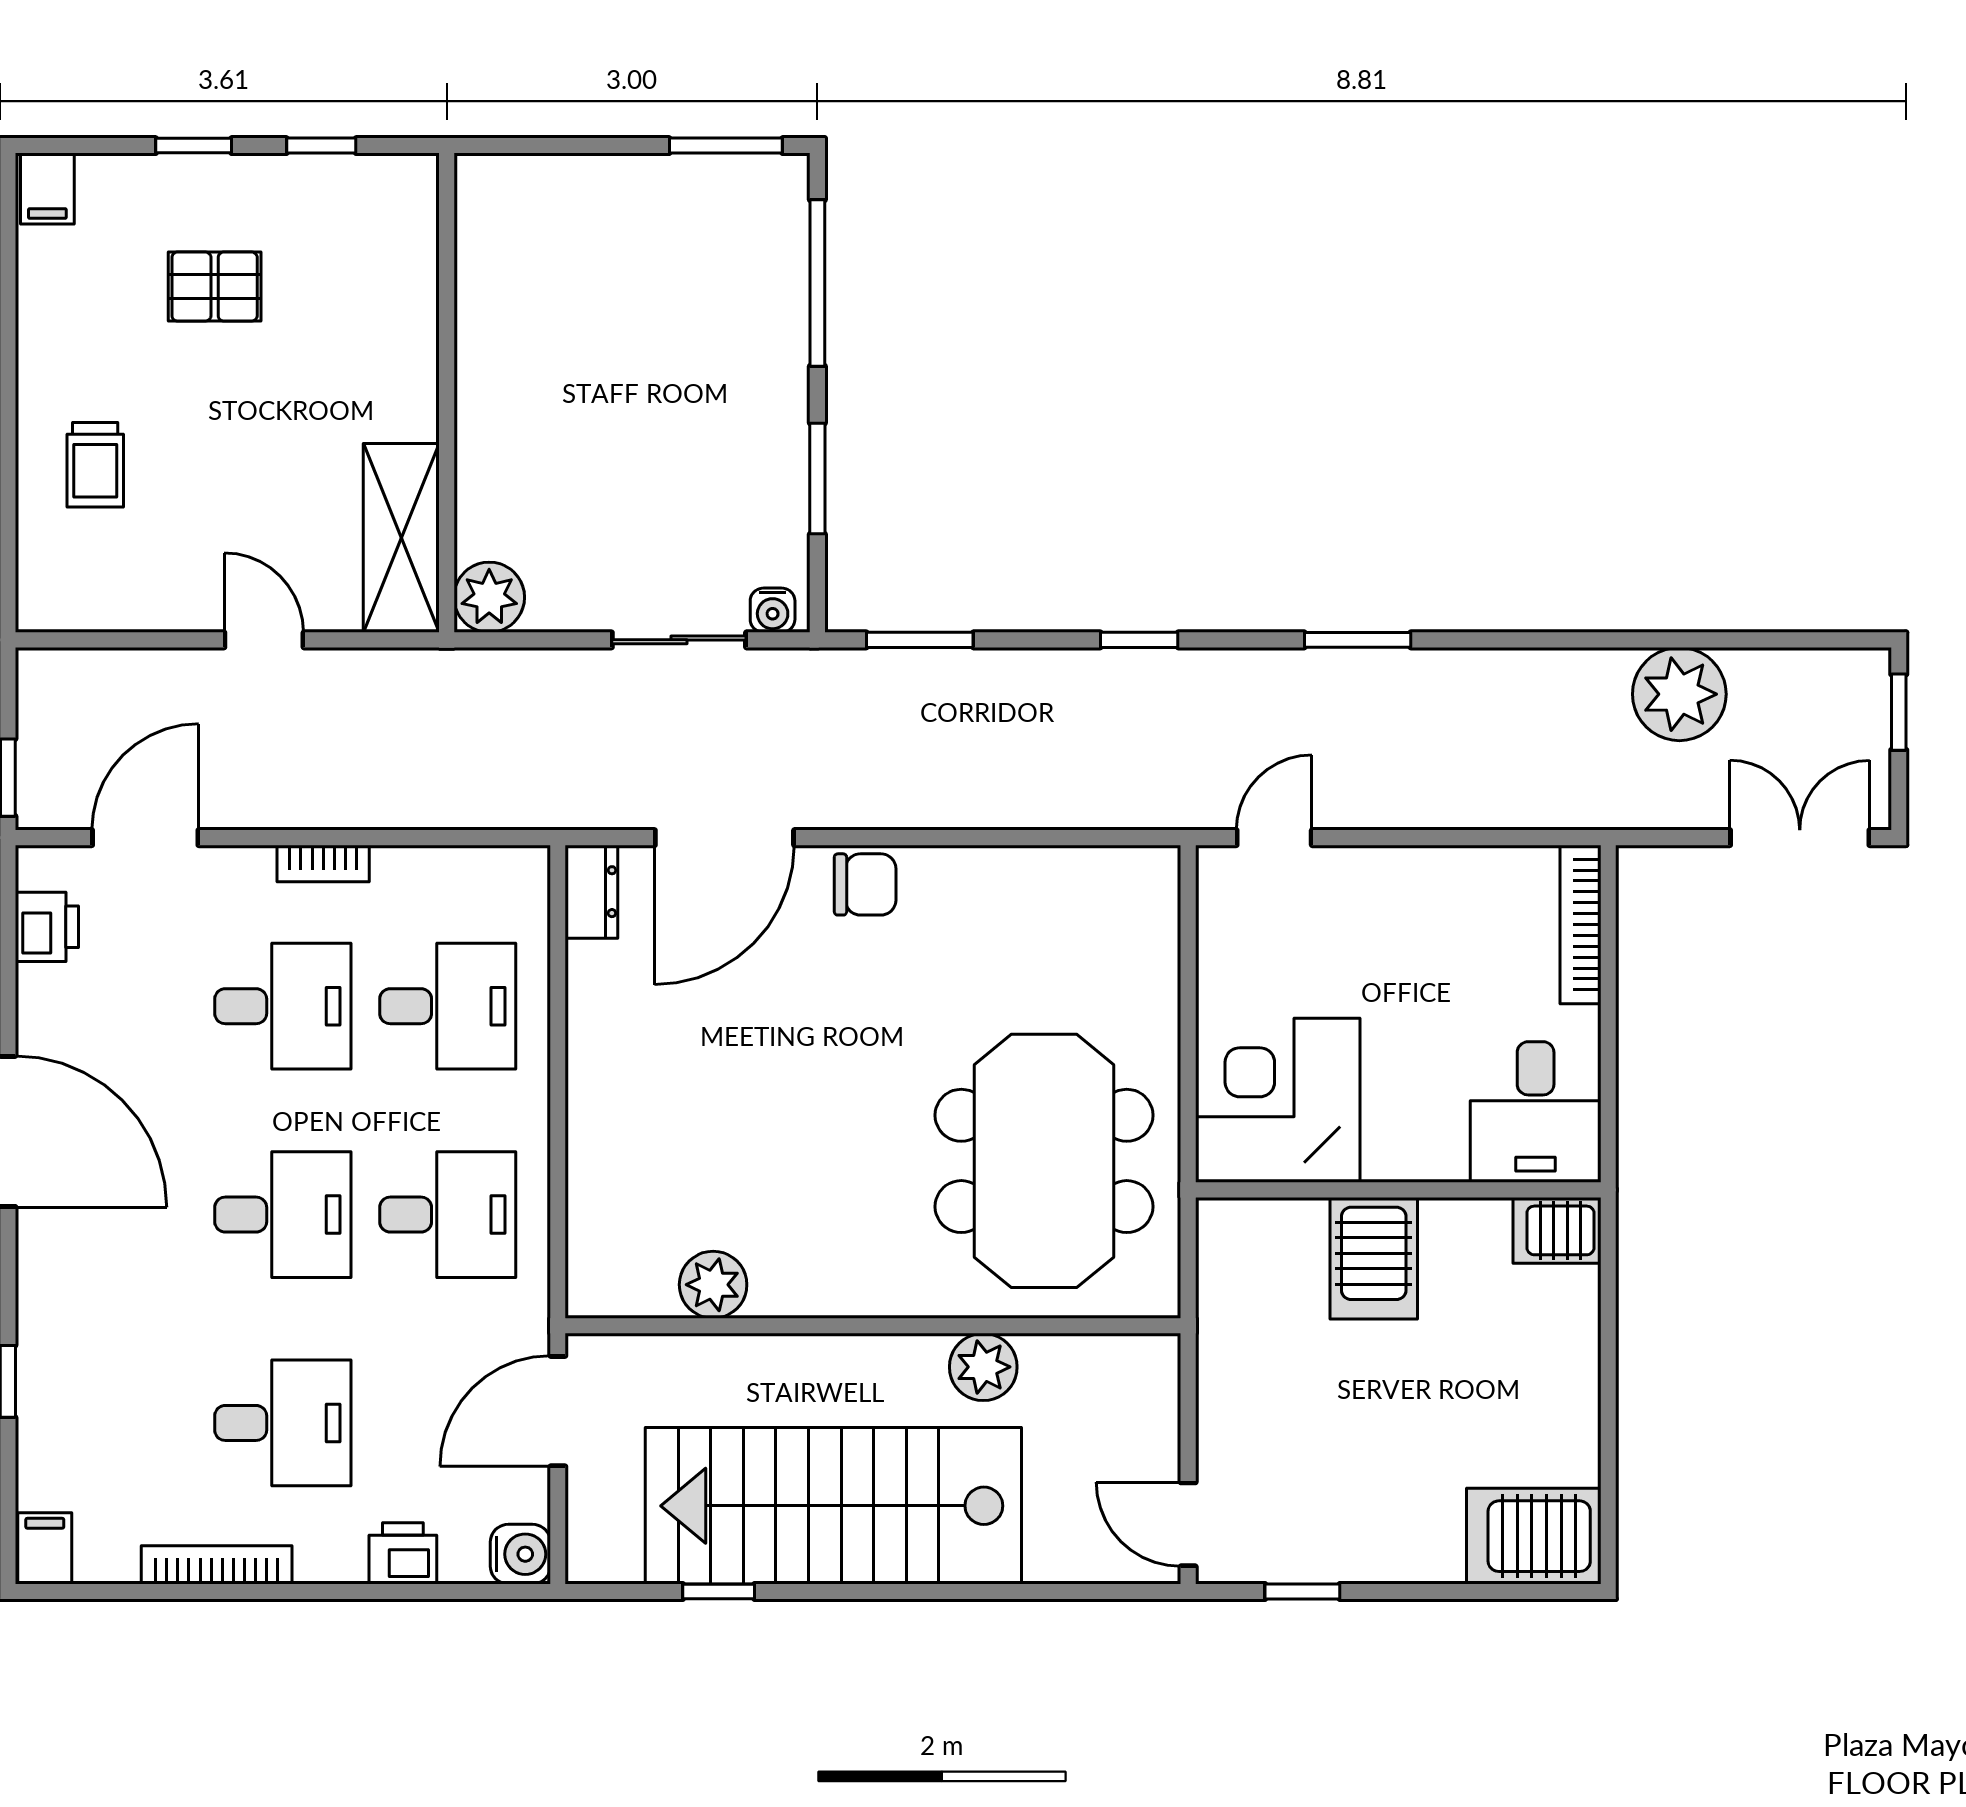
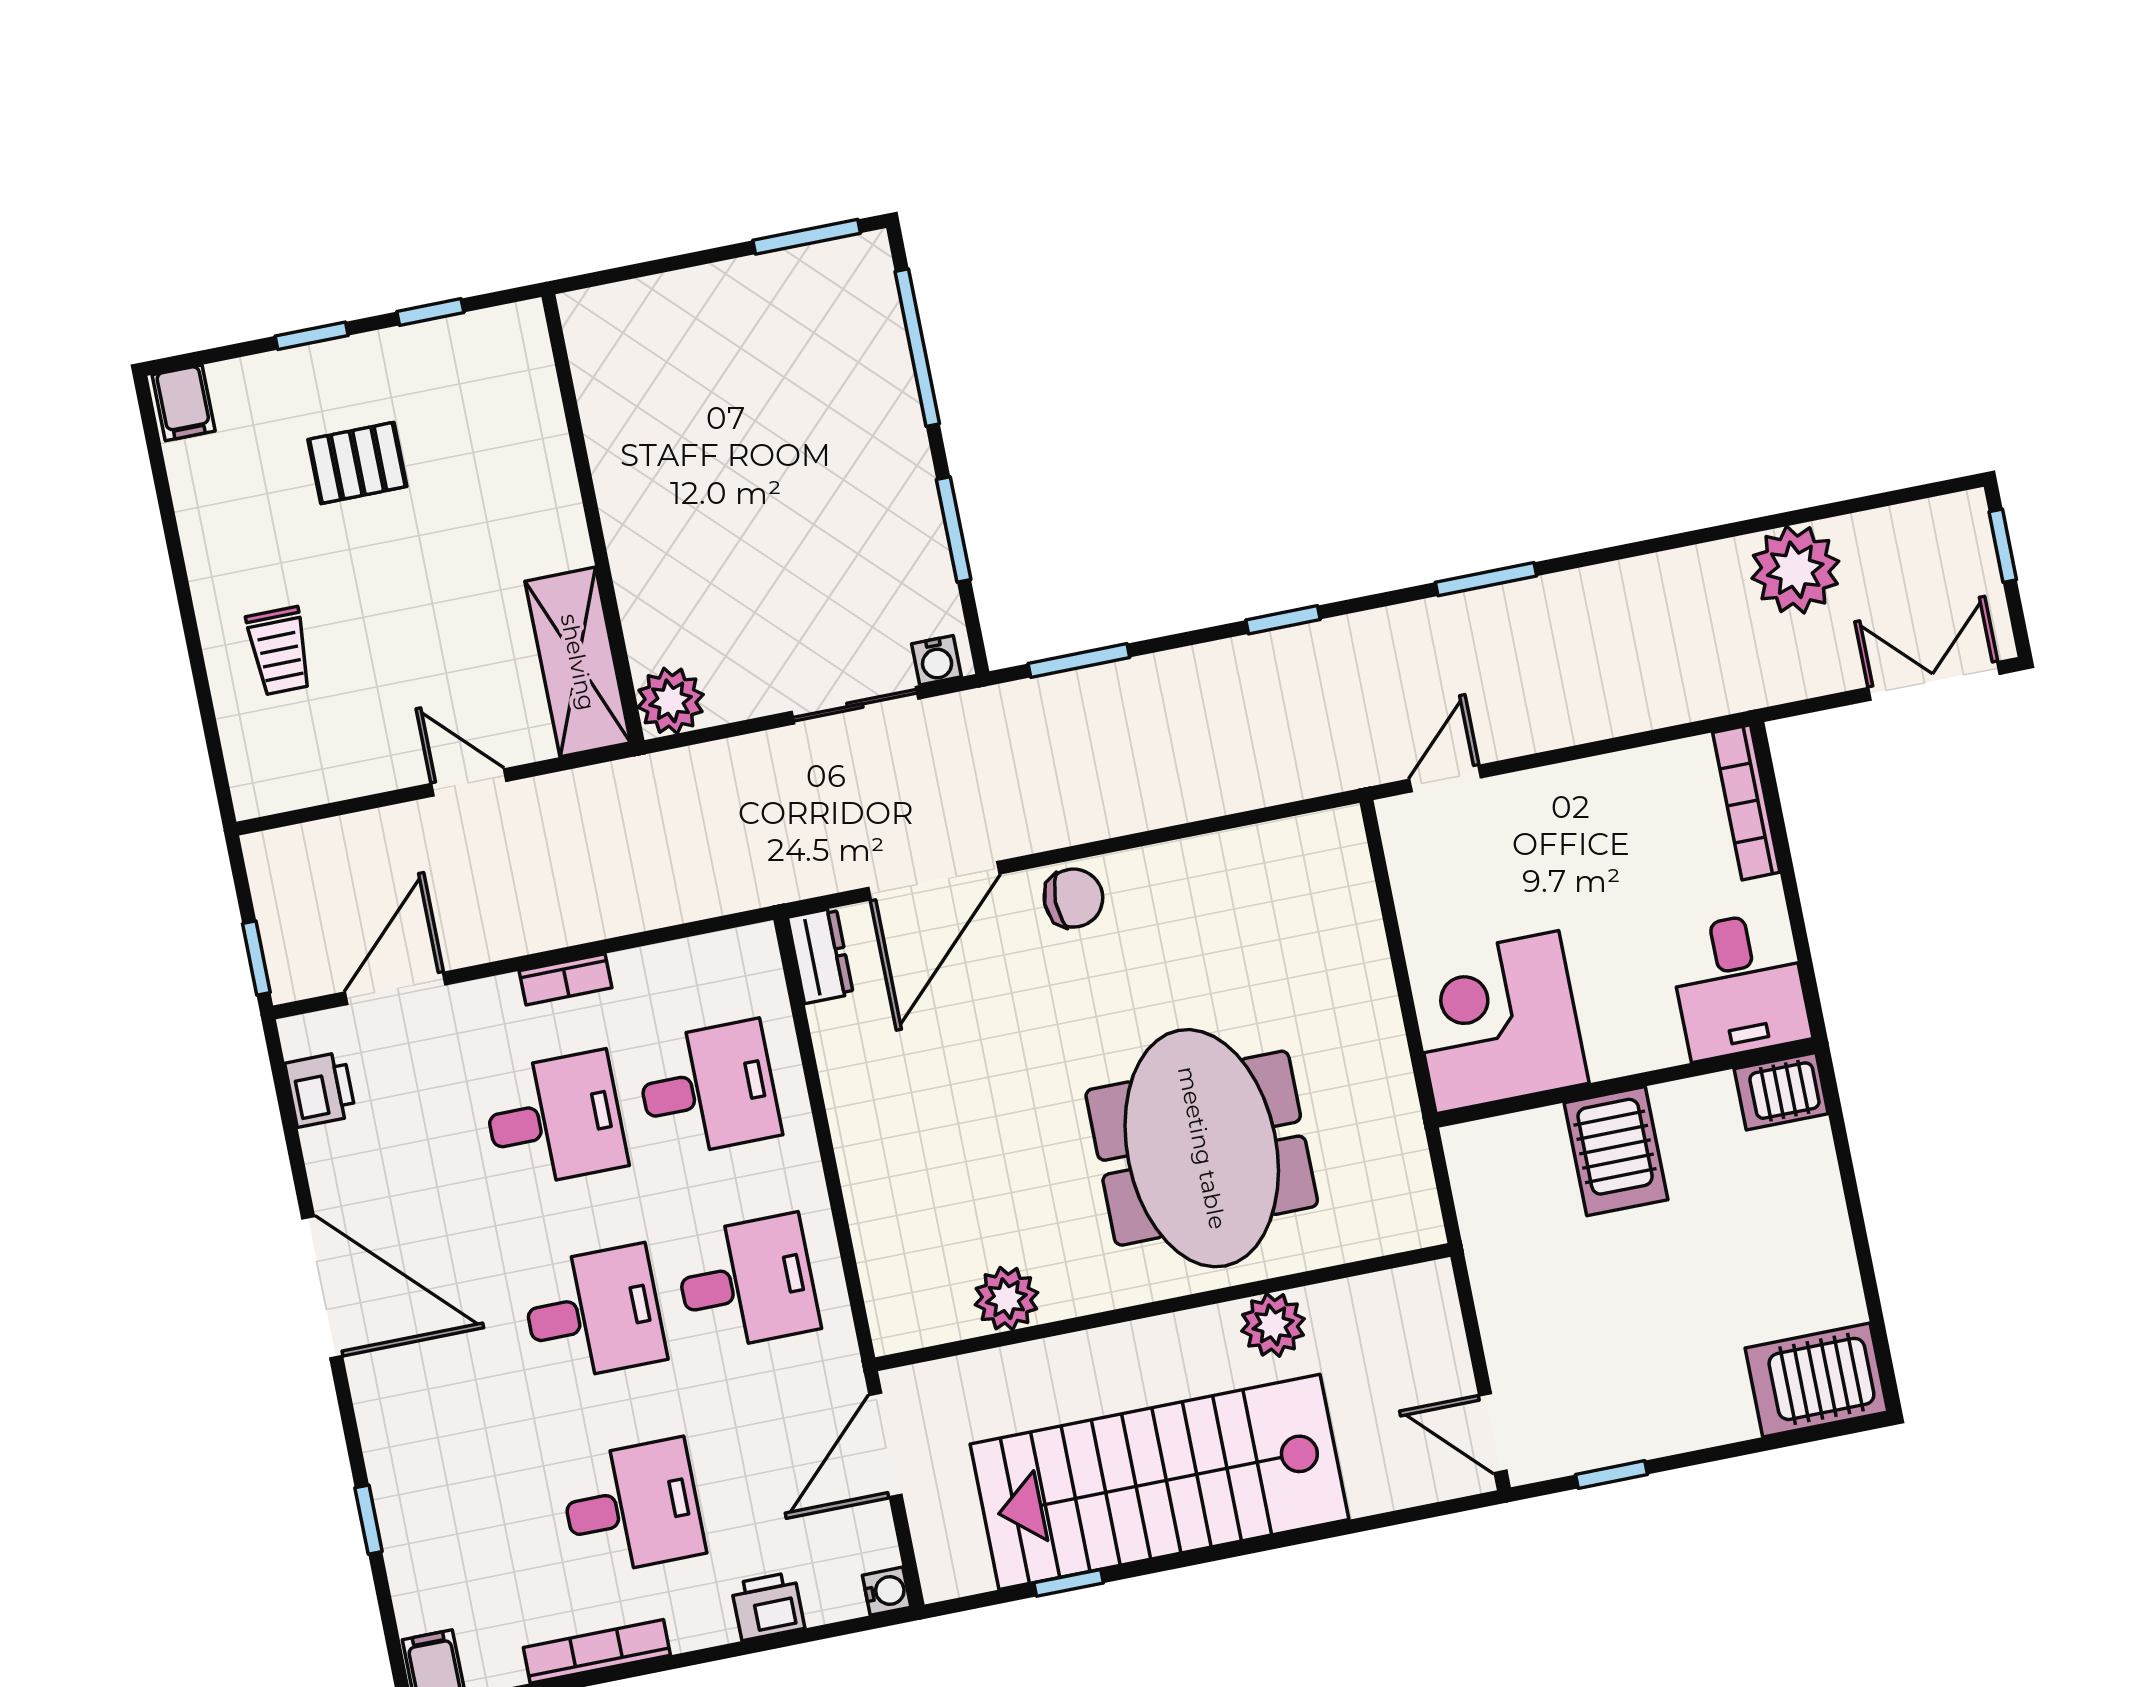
meeting table: (1044, 1161) -> (1202, 1148), moved
water cooler: (520, 1554) -> (887, 1591), width x0.72, depth x0.72

